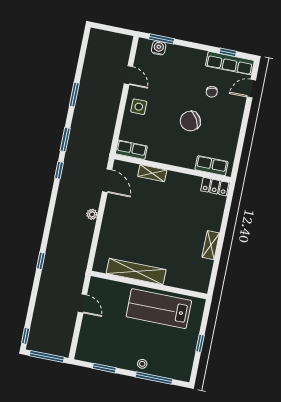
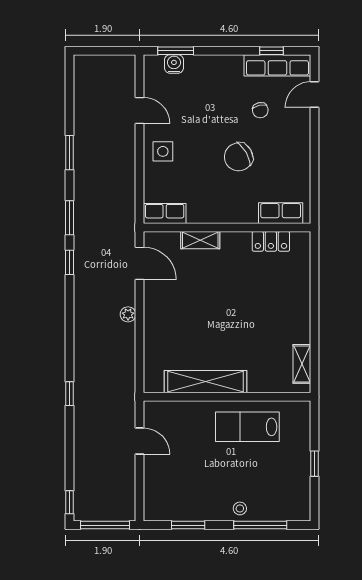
locker: (215, 187) -> (271, 241), moved
shelving: (211, 245) -> (302, 364), moved
lab bench: (159, 309) -> (247, 427), width x0.73, depth x0.72

